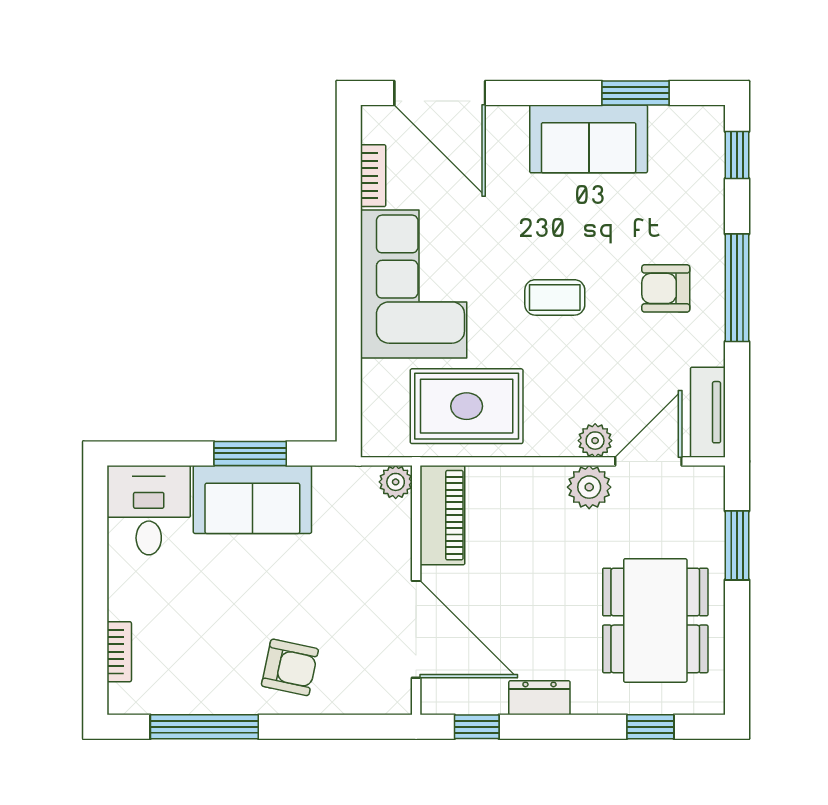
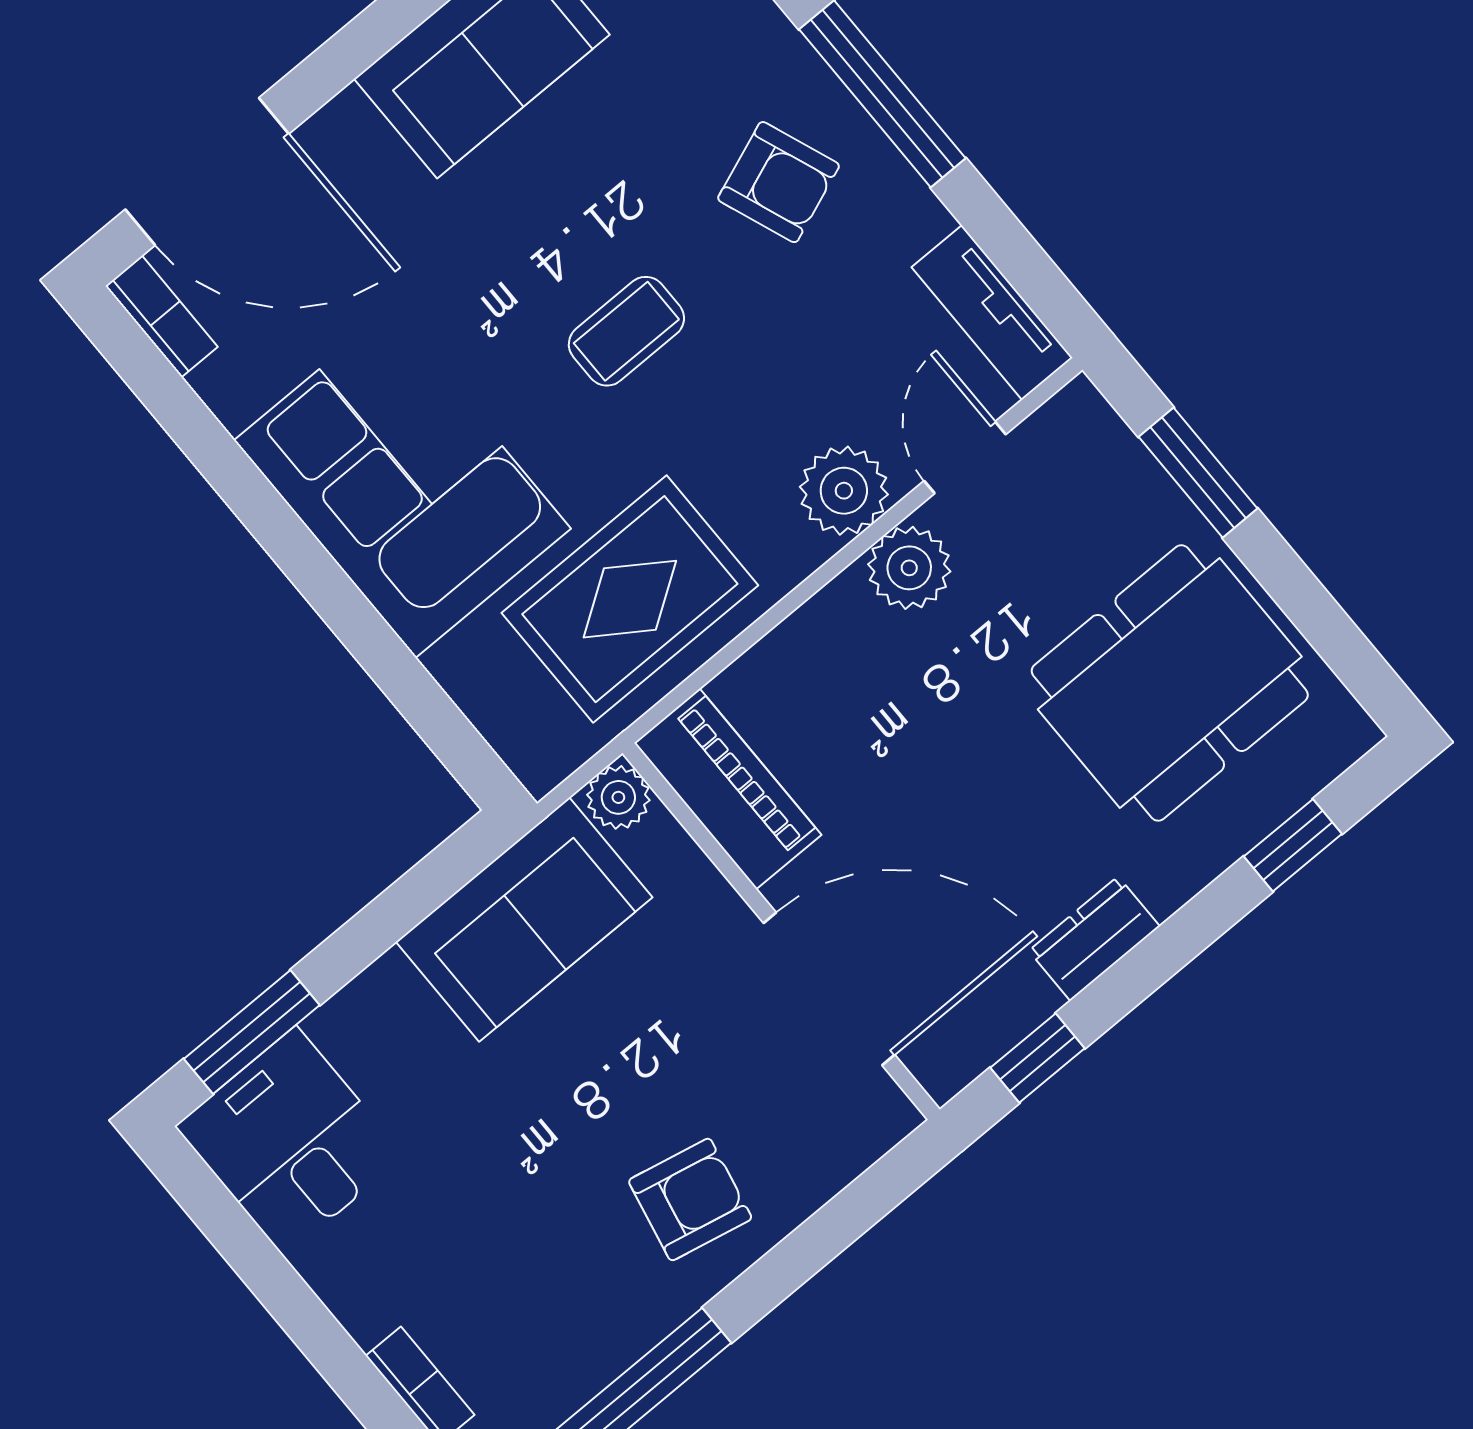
bookcase: (373, 176) -> (162, 316), moved
armchair: (666, 288) -> (779, 182), turned -111
plant: (595, 441) -> (844, 491), width x1.38, depth x1.38
window: (250, 453) -> (252, 1032), moved
door: (648, 461) -> (965, 458), width x0.73
sofa: (252, 499) -> (524, 920), moved
dining table: (655, 620) -> (1170, 683), turned 90

